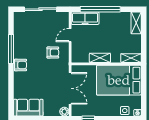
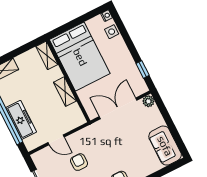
freezer: (85, 18) -> (21, 120), moved
armchair: (53, 53) -> (79, 162), moved

